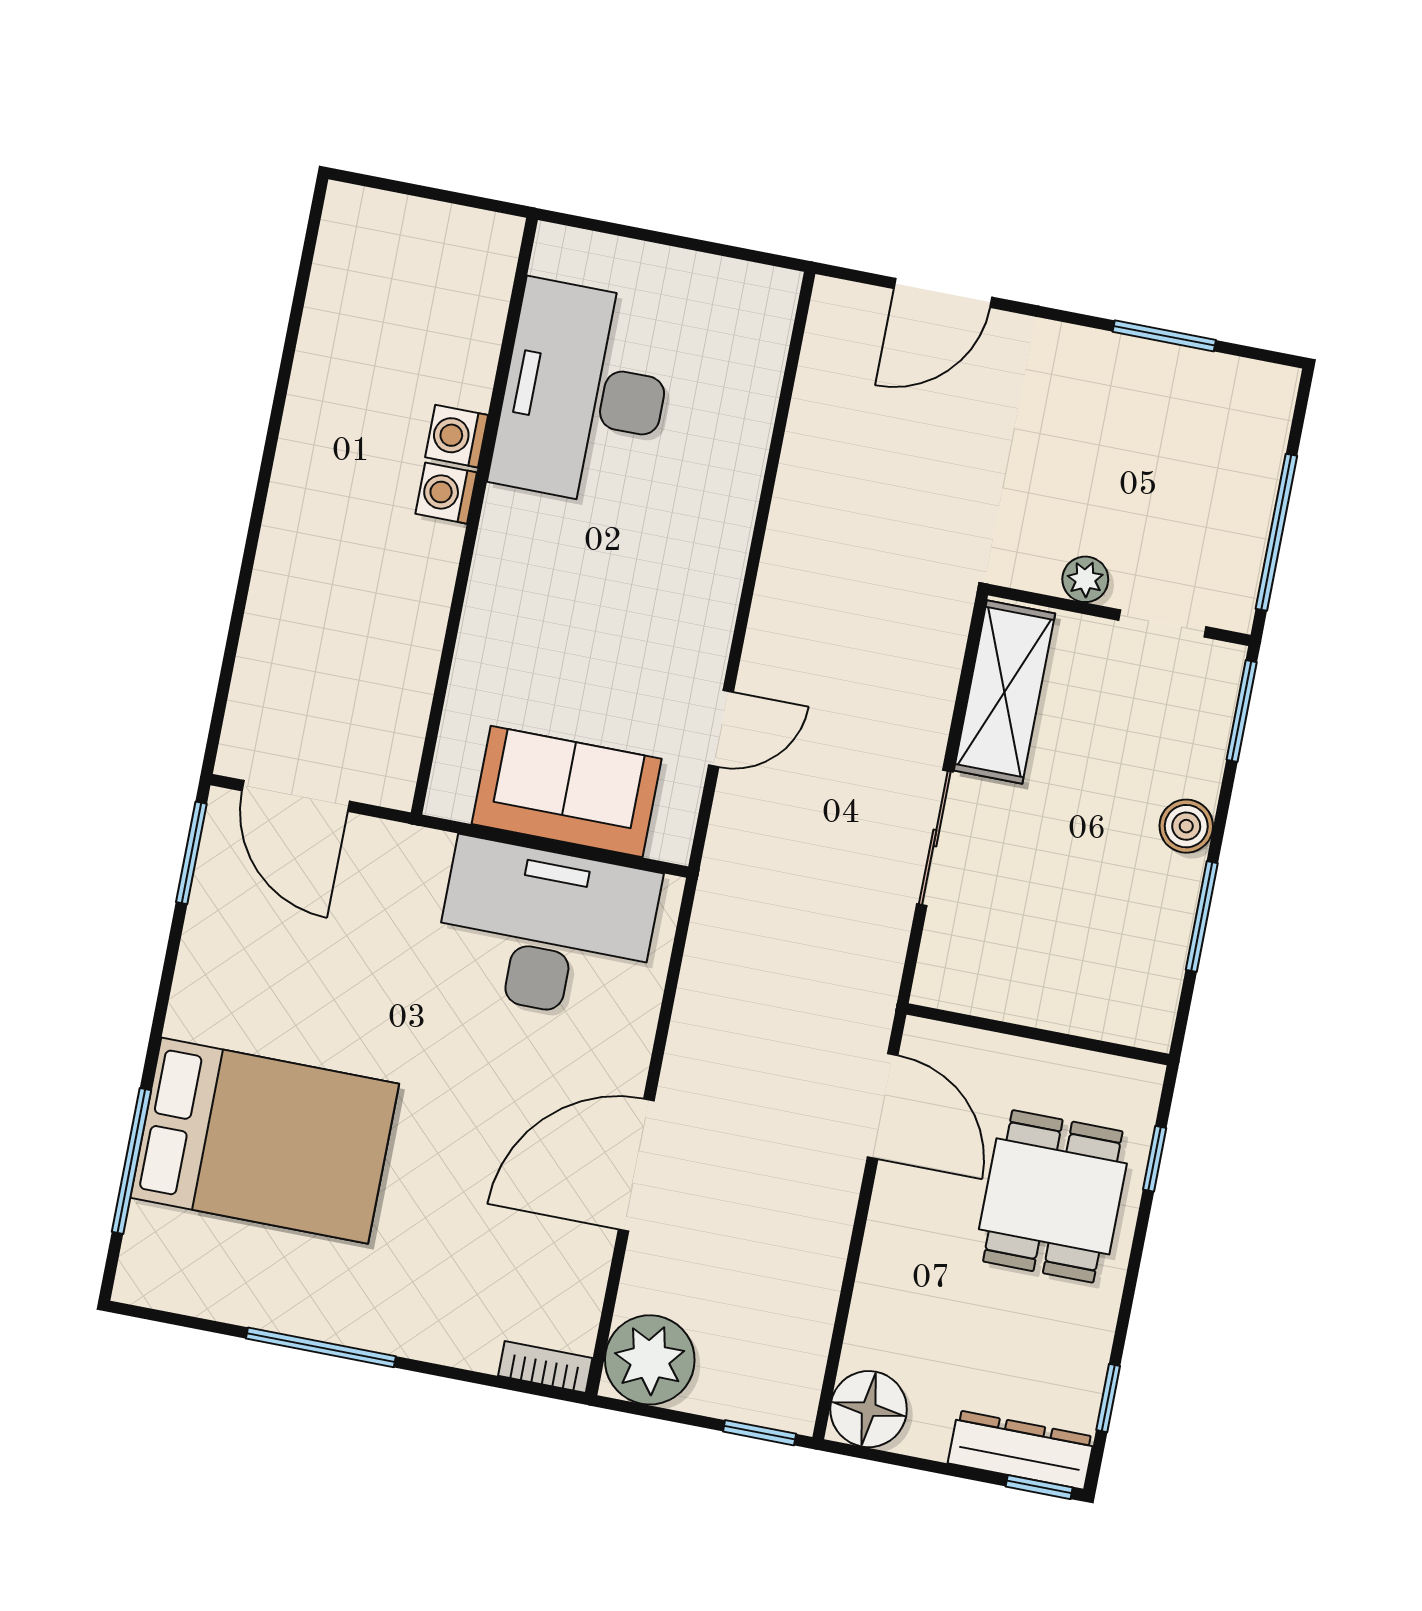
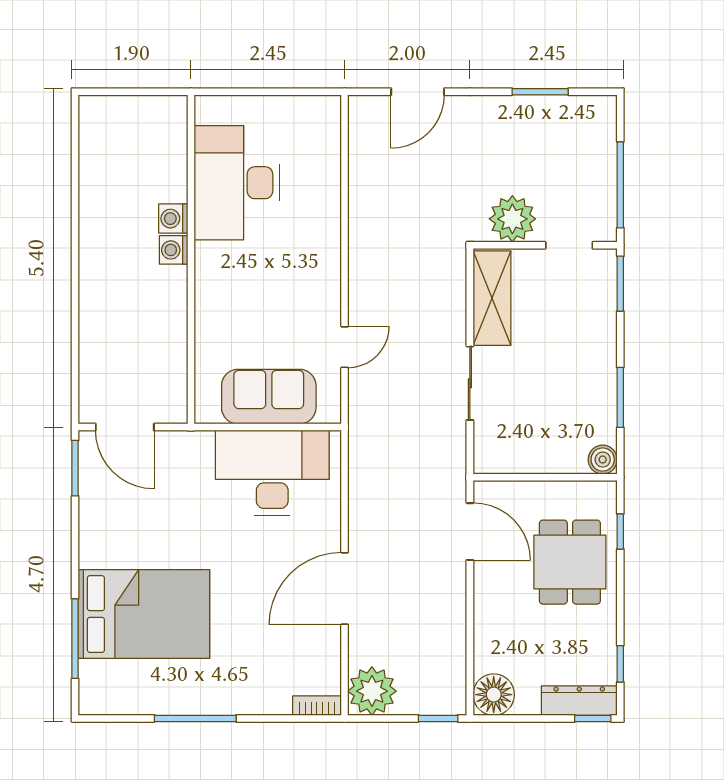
plant: (1085, 579) -> (512, 219), width x1.87, depth x1.87
boiler: (1186, 826) -> (603, 460), moved

